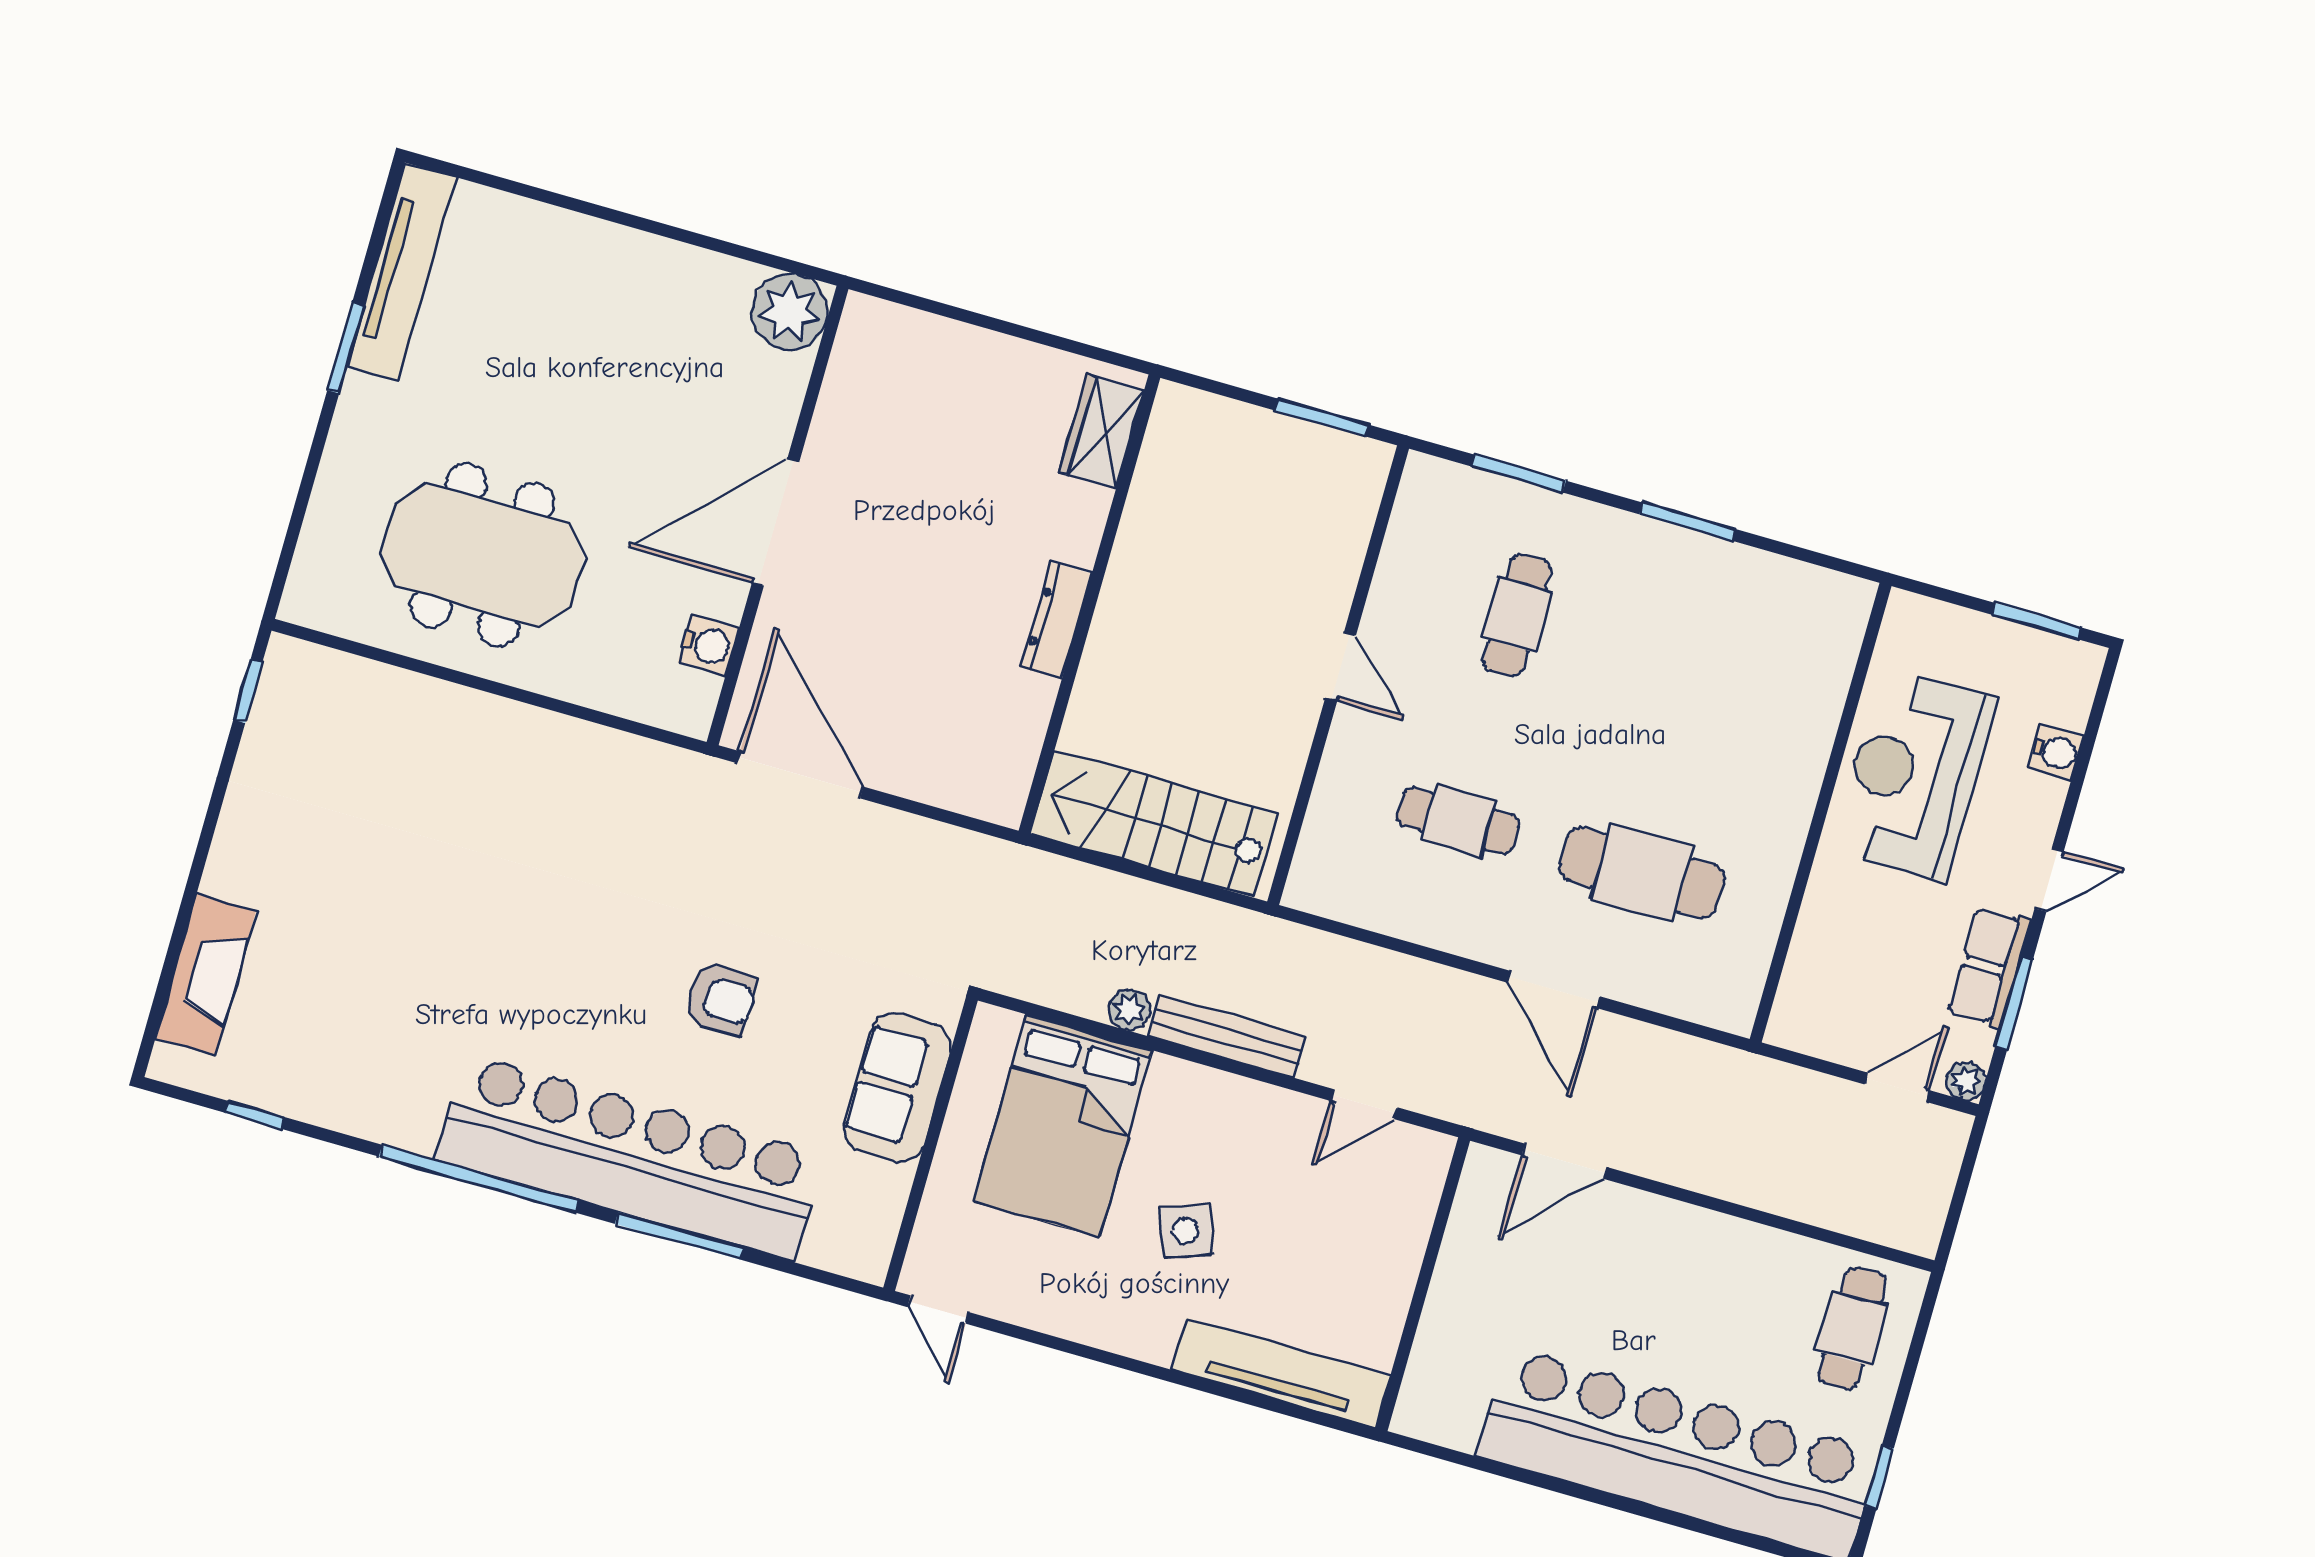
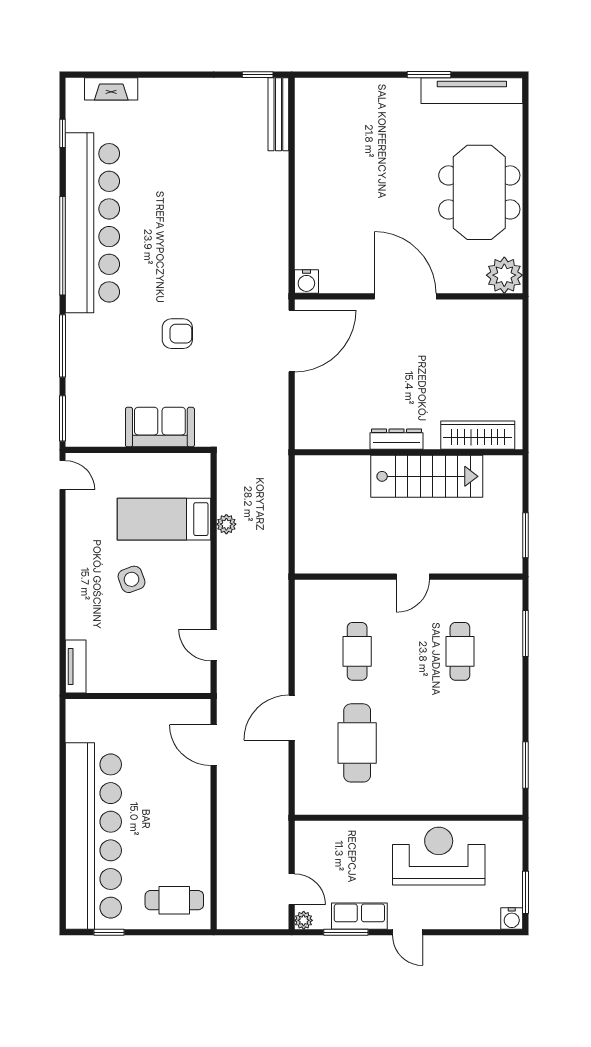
wardrobe: (1102, 432) -> (478, 435), width x1.50
window: (1687, 522) -> (525, 765), moved
meeting table: (483, 555) -> (479, 192), moved
cafe table: (1517, 615) -> (460, 651), turned 90
water cooler: (708, 645) -> (306, 281), moved
water cooler: (2056, 752) -> (512, 919), moved
stairs: (1154, 824) -> (427, 476), moved, turned 90
fireplace: (206, 975) -> (111, 89), width x0.73, depth x0.76
armchair: (720, 999) -> (177, 334), turned -90
bench: (1227, 1036) -> (278, 114), moved
bed: (1063, 1126) -> (164, 519), width x0.67
bar counter: (630, 1157) -> (92, 223), moved
window: (824, 1277) -> (63, 418), added
door: (938, 1310) -> (63, 475), swing flipped
tv unit: (1281, 1373) -> (76, 666), width x0.52, depth x0.78

